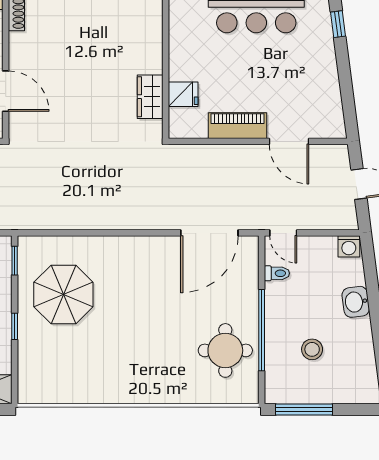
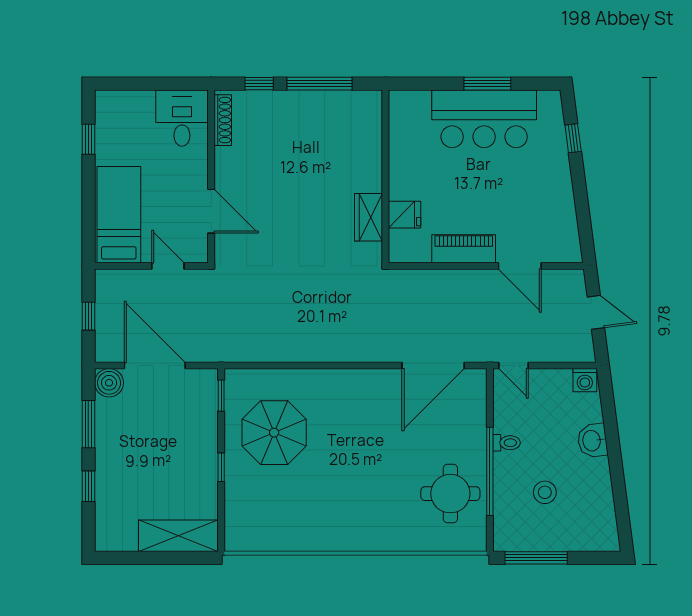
toilet: (277, 273) -> (507, 443), moved

